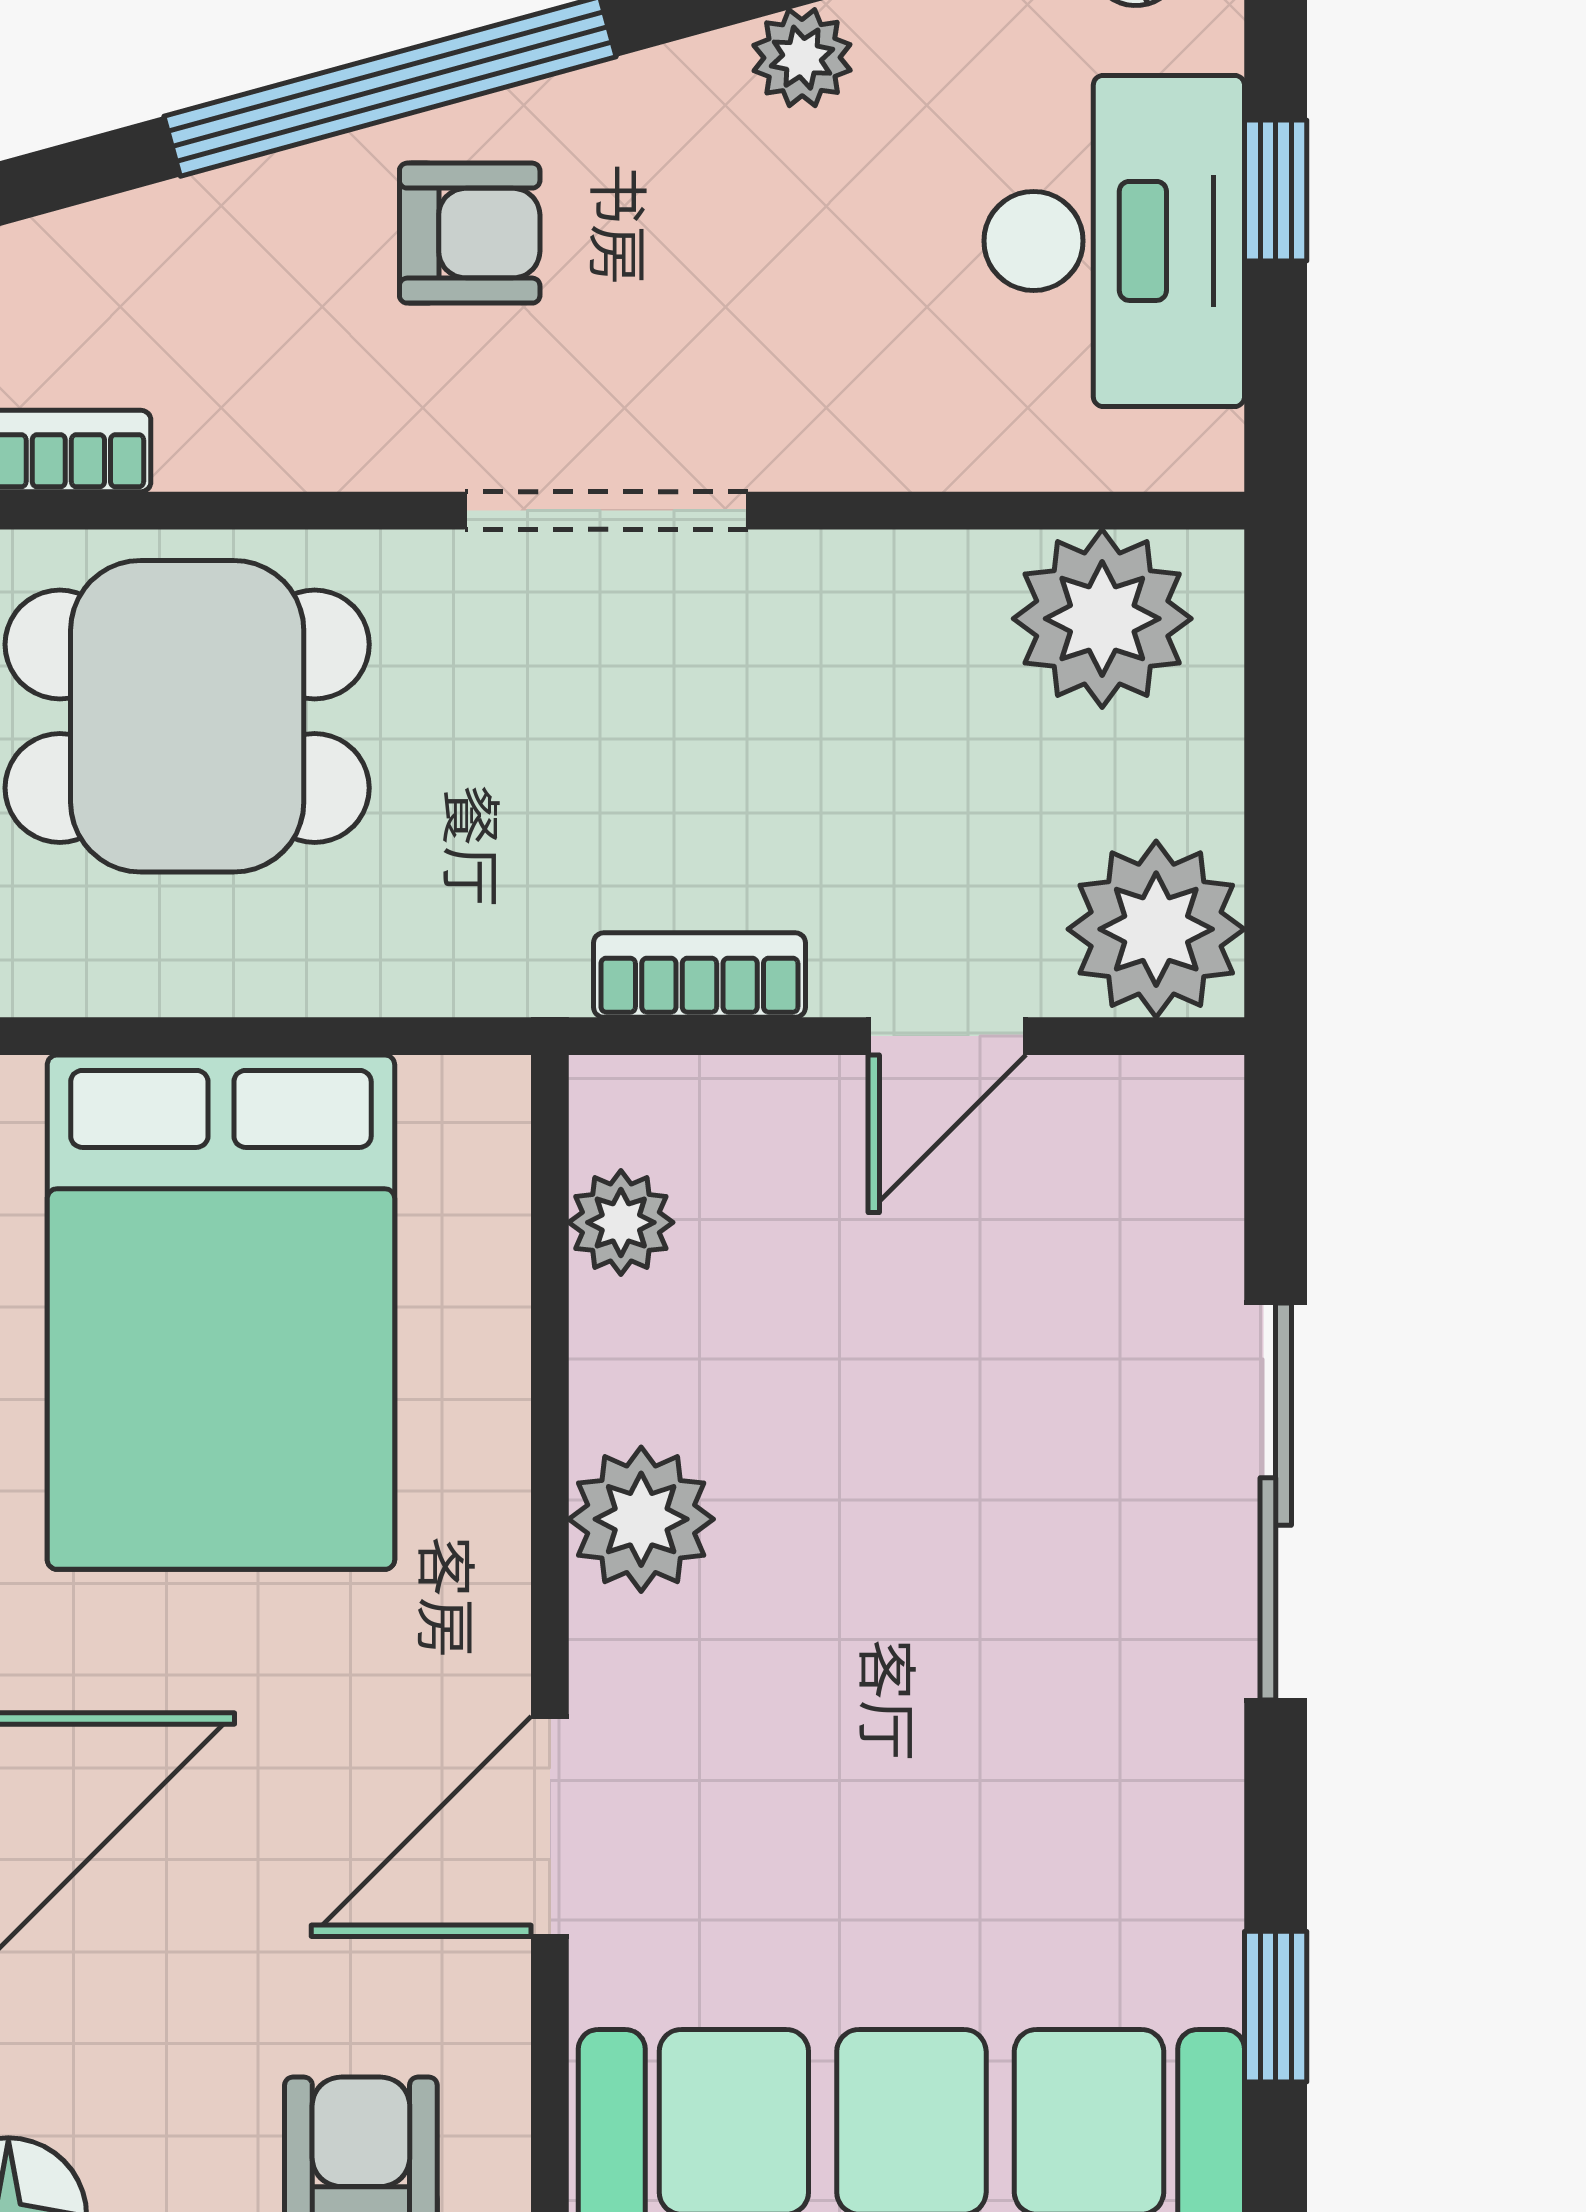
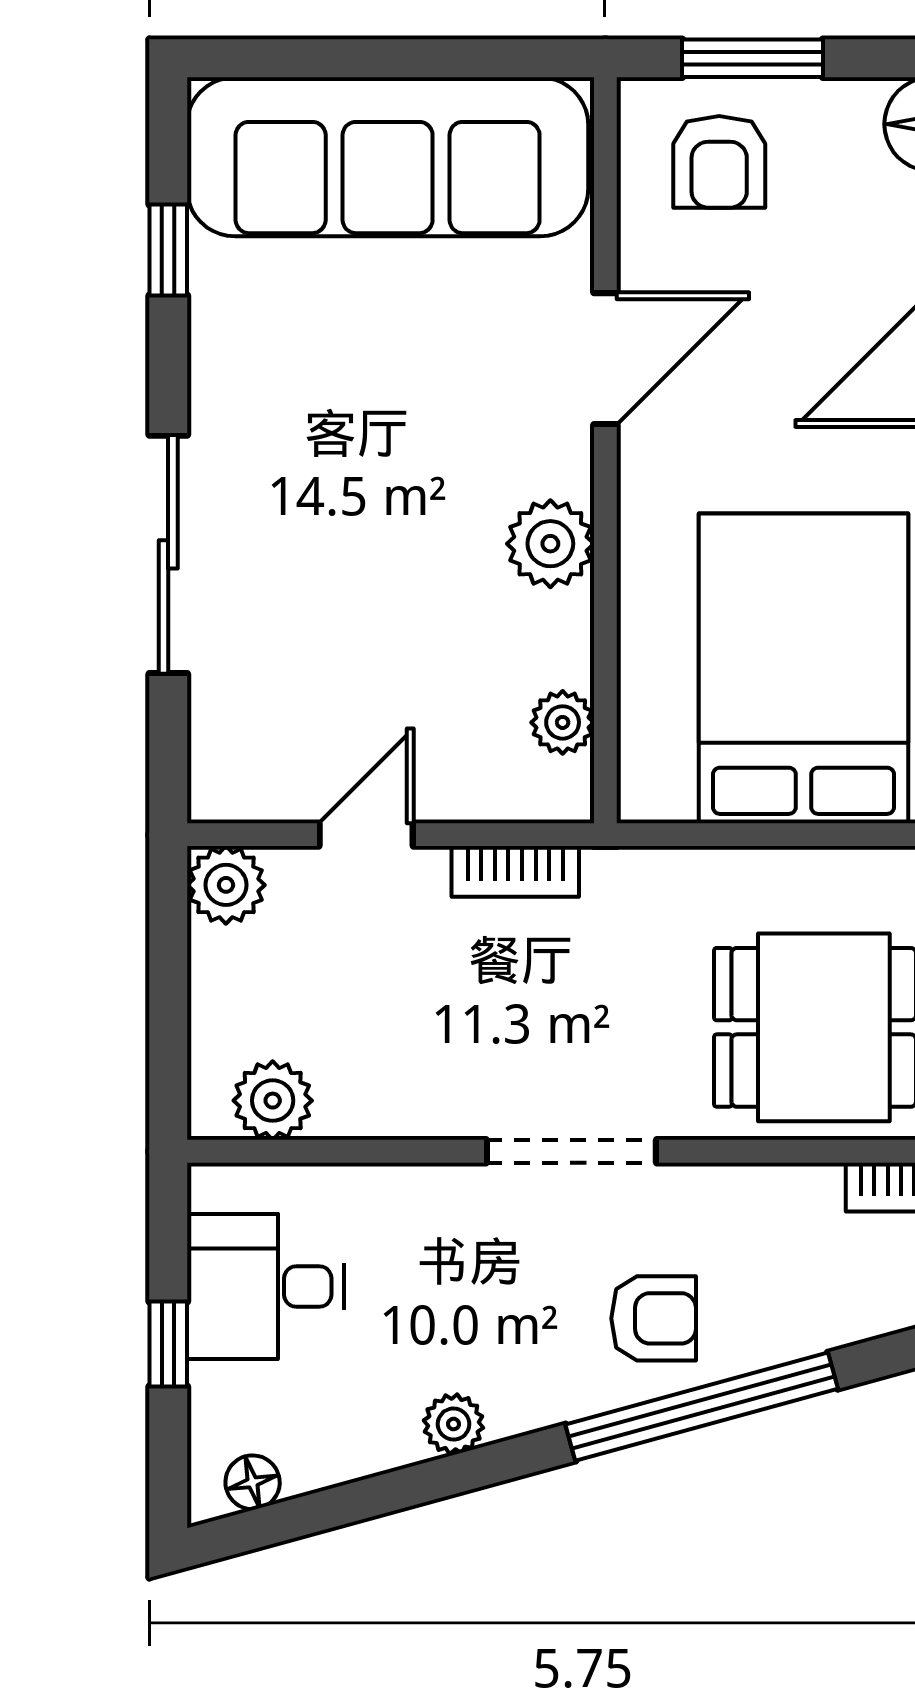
armchair: (470, 233) -> (654, 1318), turned 180
desk: (1114, 241) -> (265, 1287), width x0.73
plant: (1102, 619) -> (273, 1101), width x0.73, depth x0.73
plant: (1156, 929) -> (226, 885), width x0.73, depth x0.73

